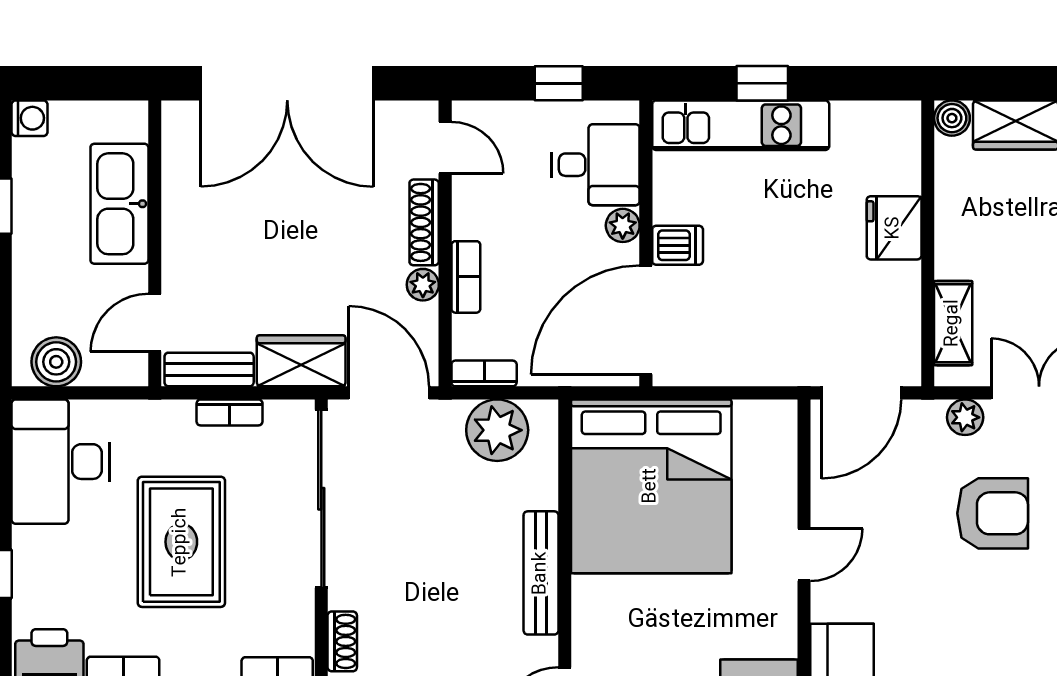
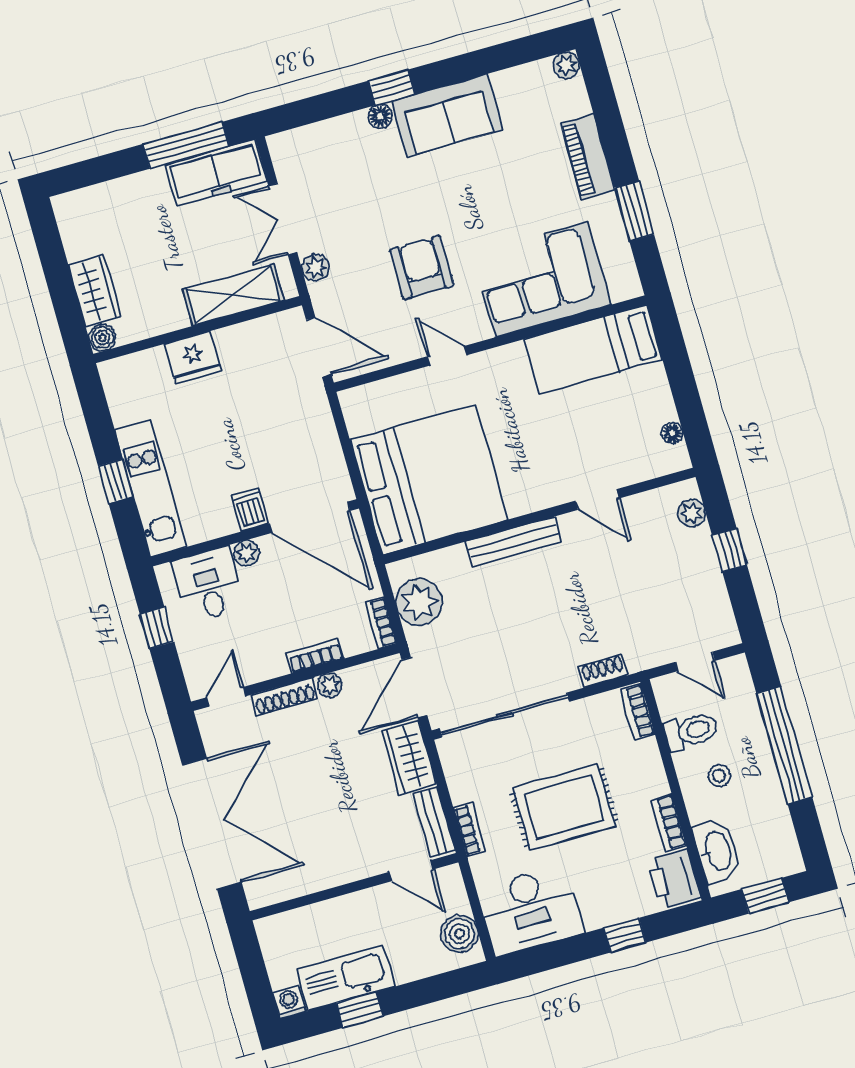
kitchen sink: (119, 204) -> (346, 978), moved, turned 180
shelving: (953, 323) -> (233, 295), width x1.50, depth x1.33
bookcase: (230, 412) -> (470, 829), moved
armchair: (993, 513) -> (422, 267), moved

